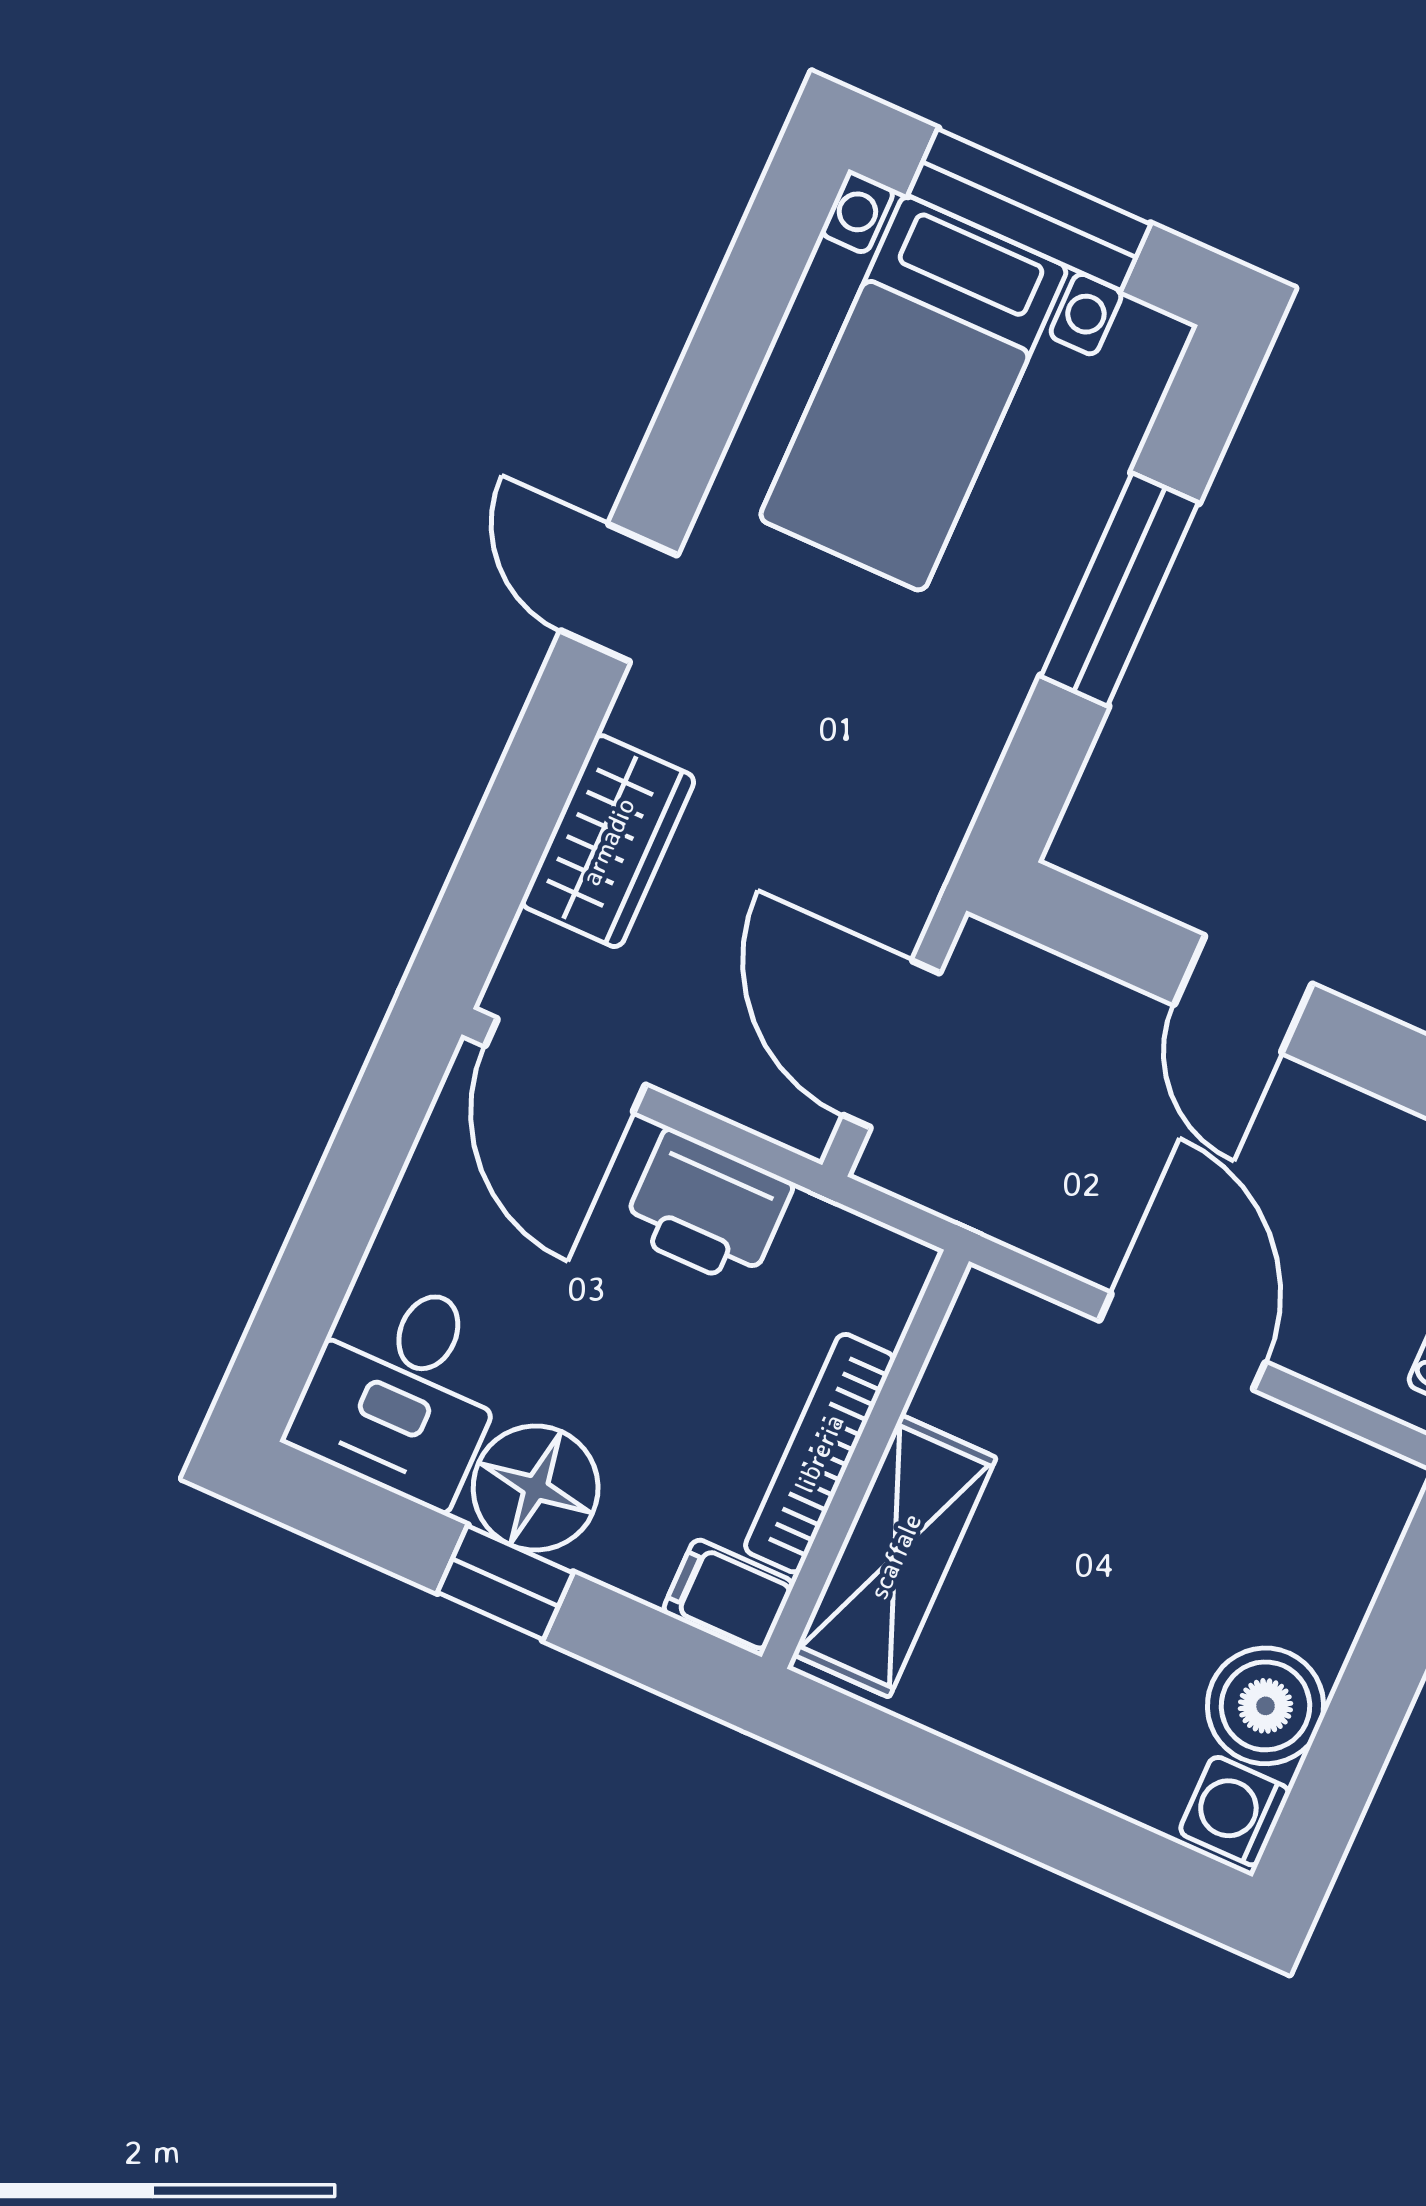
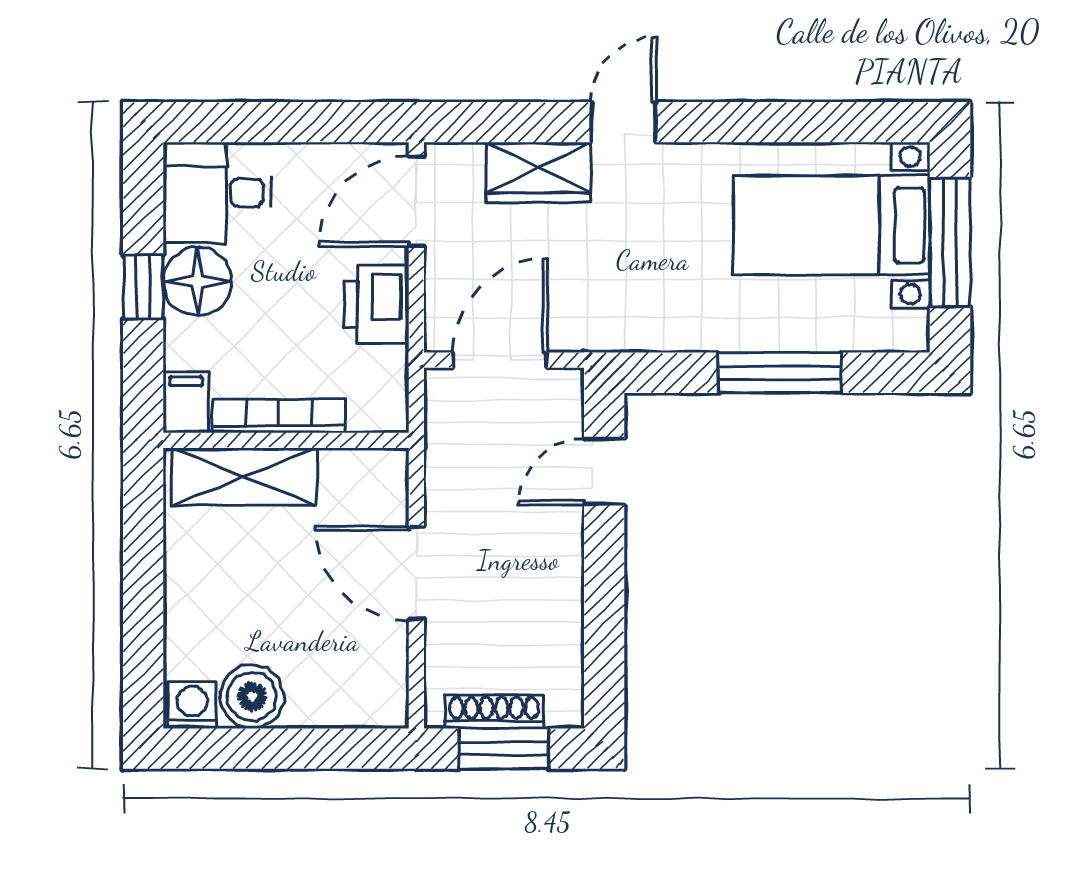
door: (619, 593) -> (623, 122), moved
door: (1243, 994) -> (604, 472), moved
door: (1182, 1341) -> (416, 573), swing flipped

